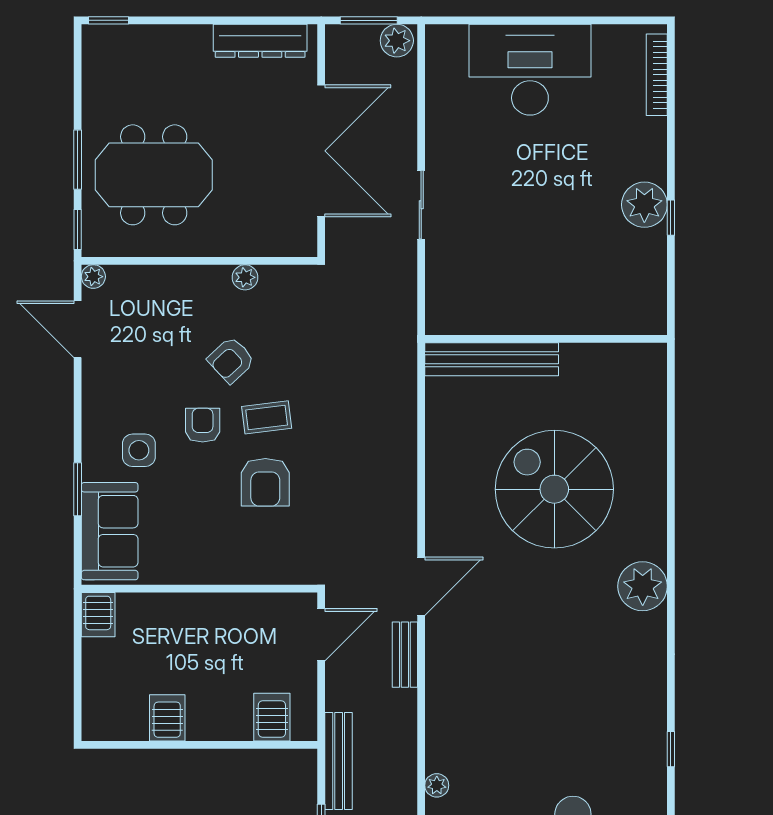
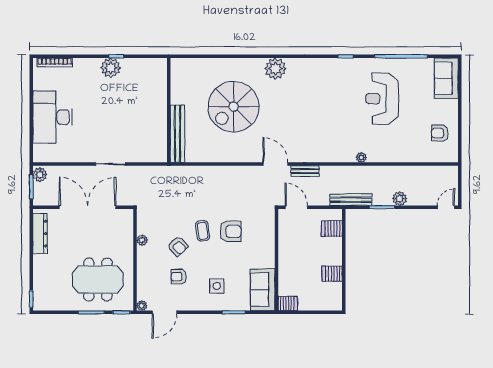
meeting table: (154, 175) -> (98, 280), turned 90
armchair: (203, 425) -> (179, 277), moved
sofa: (110, 531) -> (263, 290), moved, turned -90

